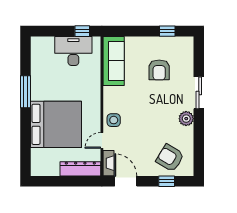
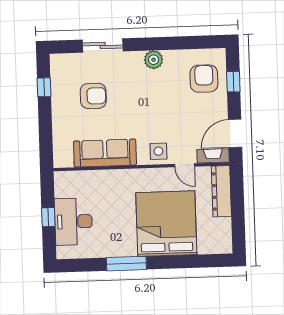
window: (82, 31) -> (48, 217), moved
desk: (73, 51) -> (73, 222), moved
sofa: (114, 61) -> (105, 153), moved
sliding door: (199, 93) -> (103, 45), moved
armchair: (170, 158) -> (204, 79), turned 149

